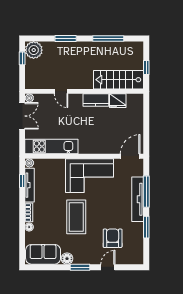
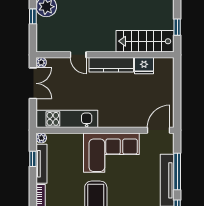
kitchen counter: (96, 100) -> (111, 65), width x1.50

